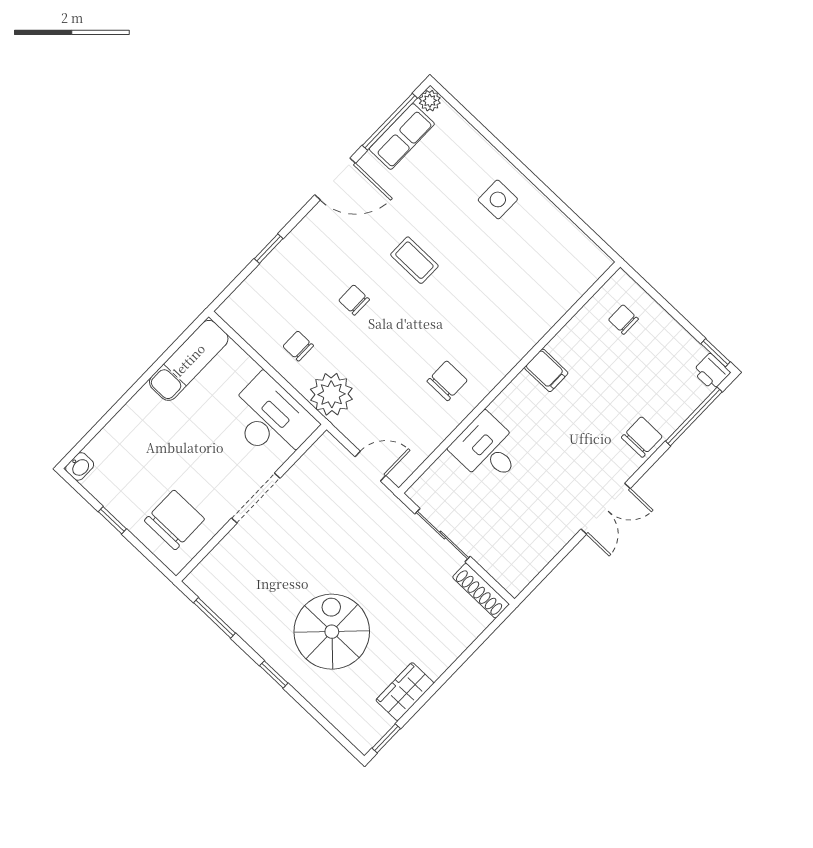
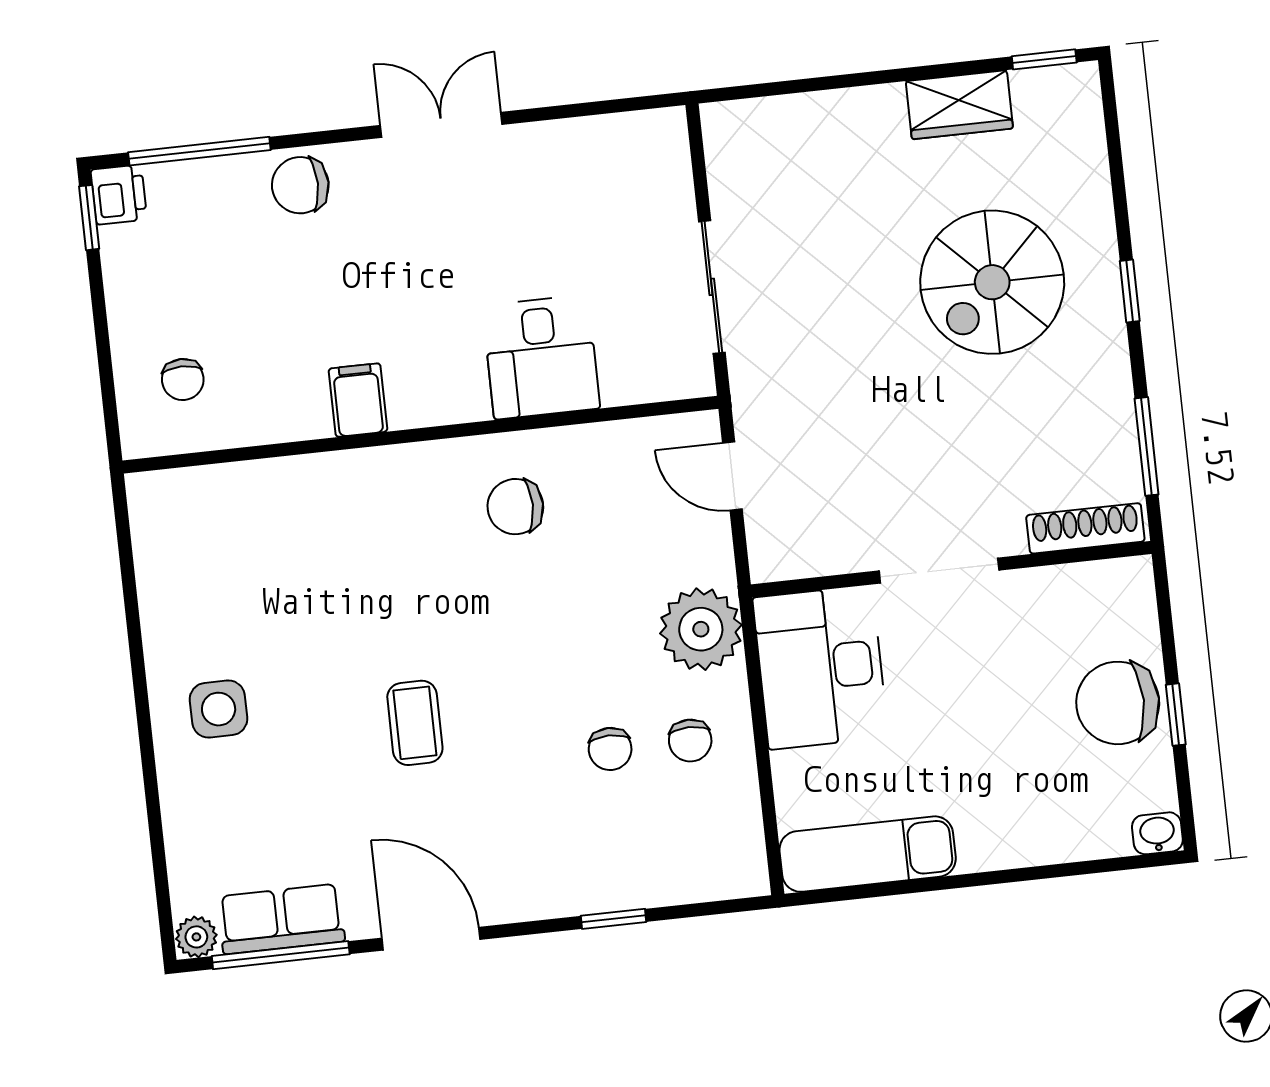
chair: (354, 300) -> (610, 749), moved
chair: (175, 520) -> (1118, 703), moved
shoe rack: (481, 591) -> (1085, 528), moved, turned -90

